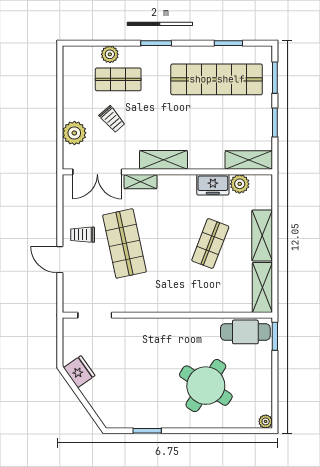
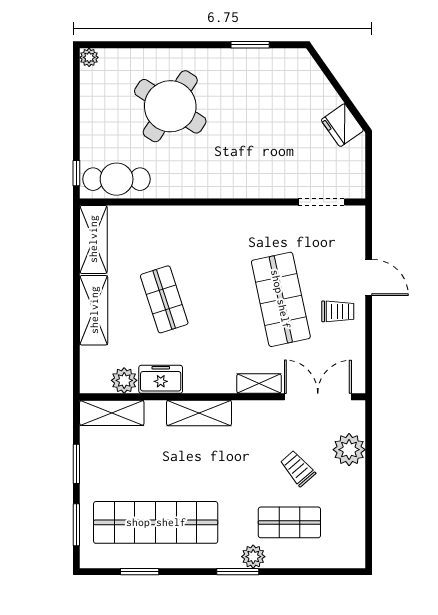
plant: (110, 54) -> (253, 557), moved
shelving: (164, 160) -> (199, 413), moved
shop shelf: (210, 243) -> (164, 299), turned -39
window: (275, 336) -> (76, 173), width x0.67

